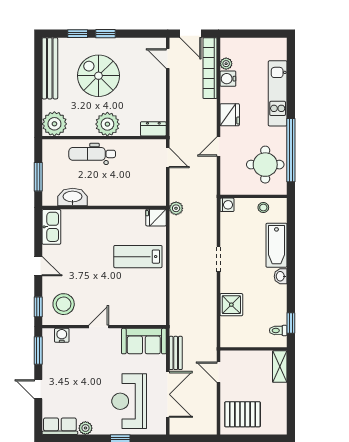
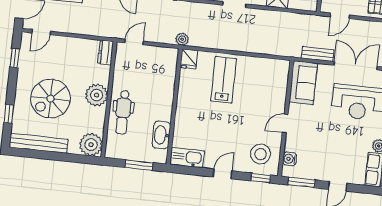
window: (106, 34) -> (15, 58), moved
lab bench: (138, 257) -> (224, 80), turned 180
door: (99, 327) -> (285, 123), hinge flipped

